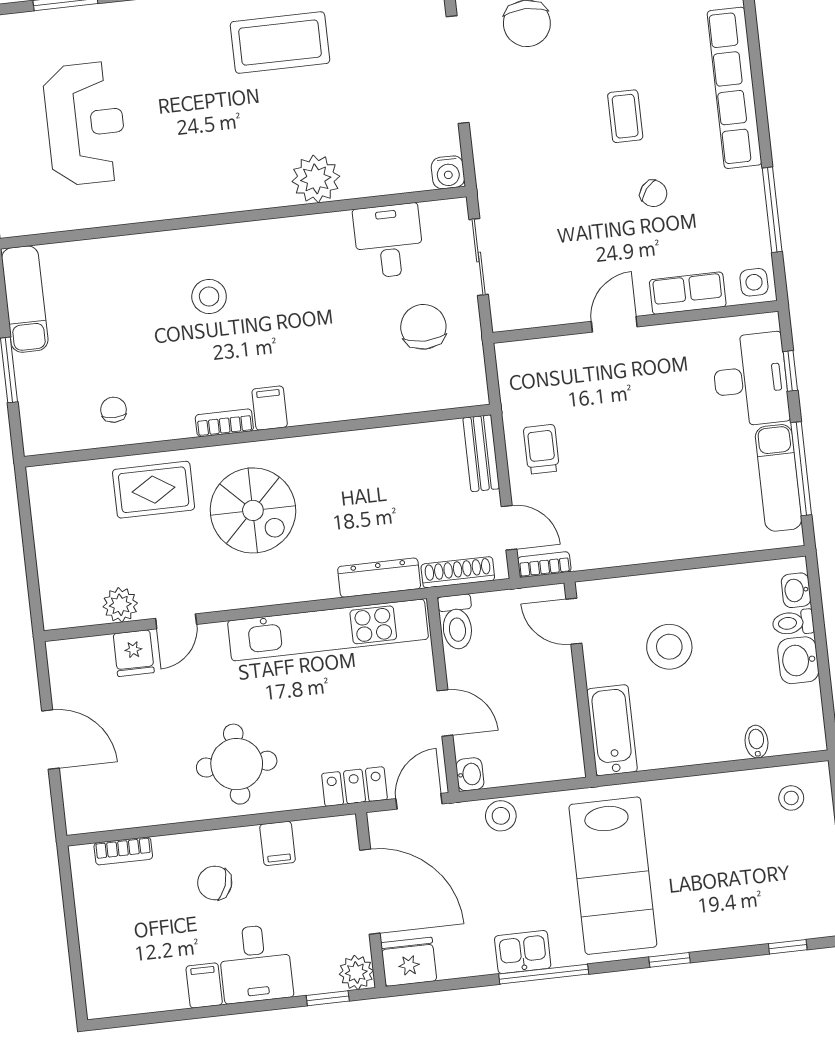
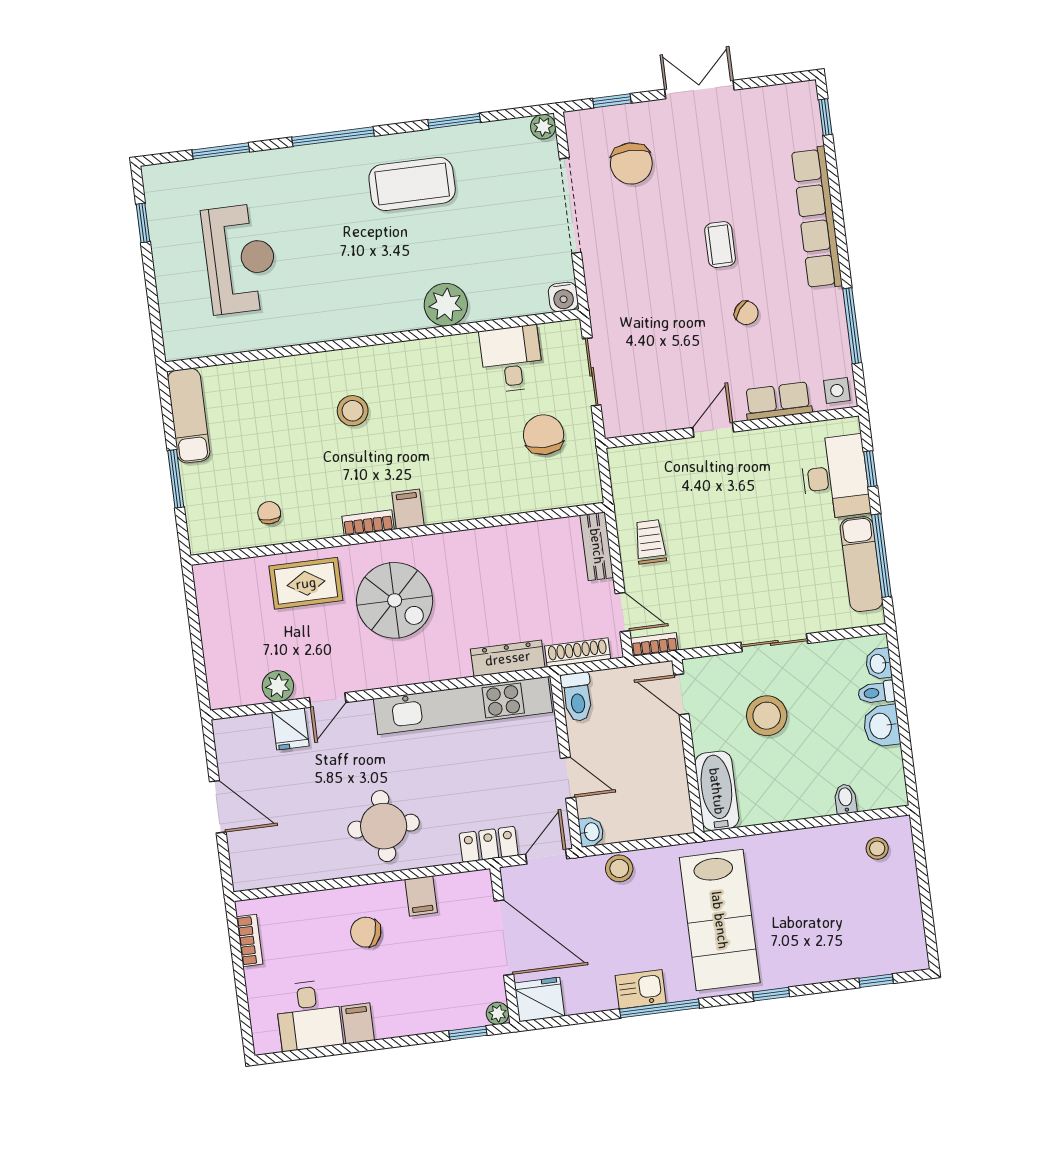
sliding door: (679, 565) -> (774, 643), added
bookcase: (123, 851) -> (250, 940), moved, turned -90
desk: (255, 964) -> (309, 1015), moved
plant: (356, 972) -> (498, 1013), width x0.73, depth x0.73

